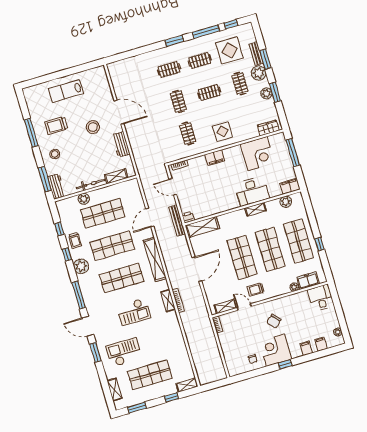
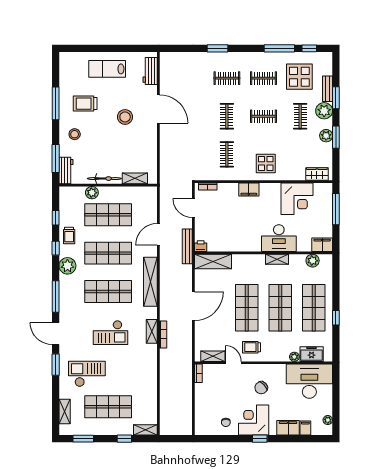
window: (174, 41) -> (218, 48), moved
workbench: (121, 144) -> (150, 71), moved
desk: (321, 298) -> (309, 381), width x1.87, depth x1.30
filing cabinet: (306, 348) -> (288, 428), width x2.00

